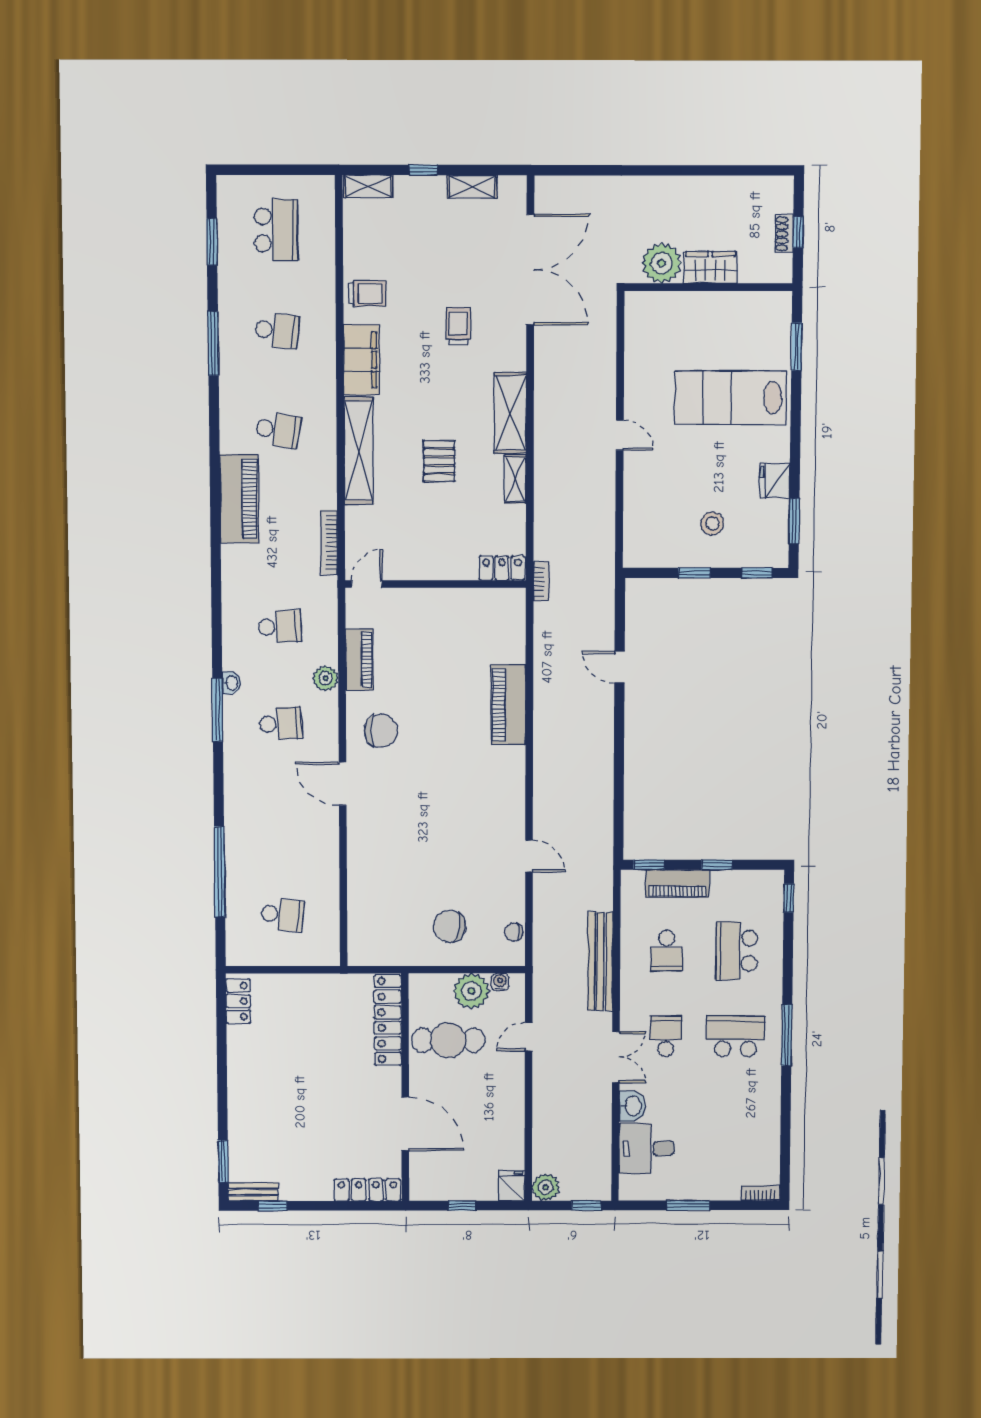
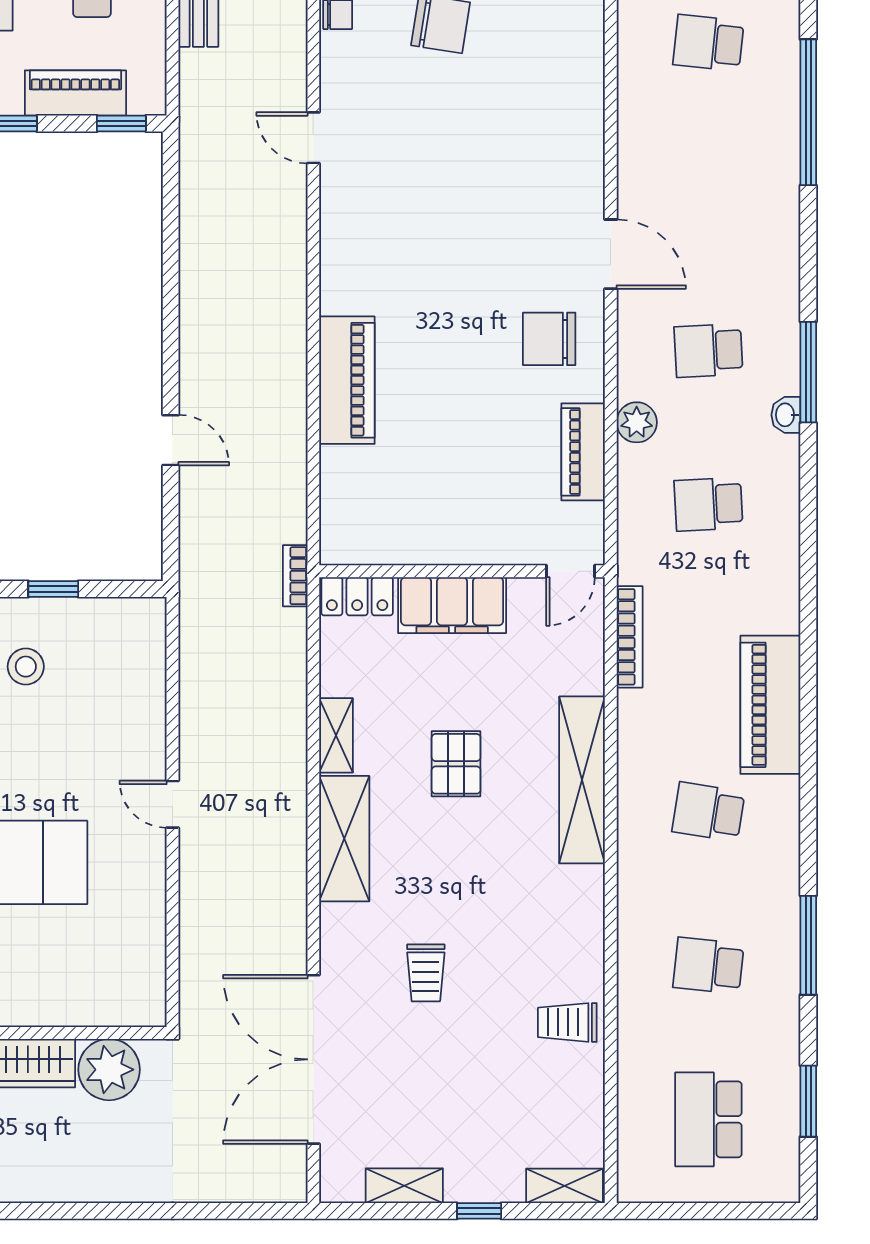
filing cabinet: (362, 360) -> (452, 605), moved, turned -90

